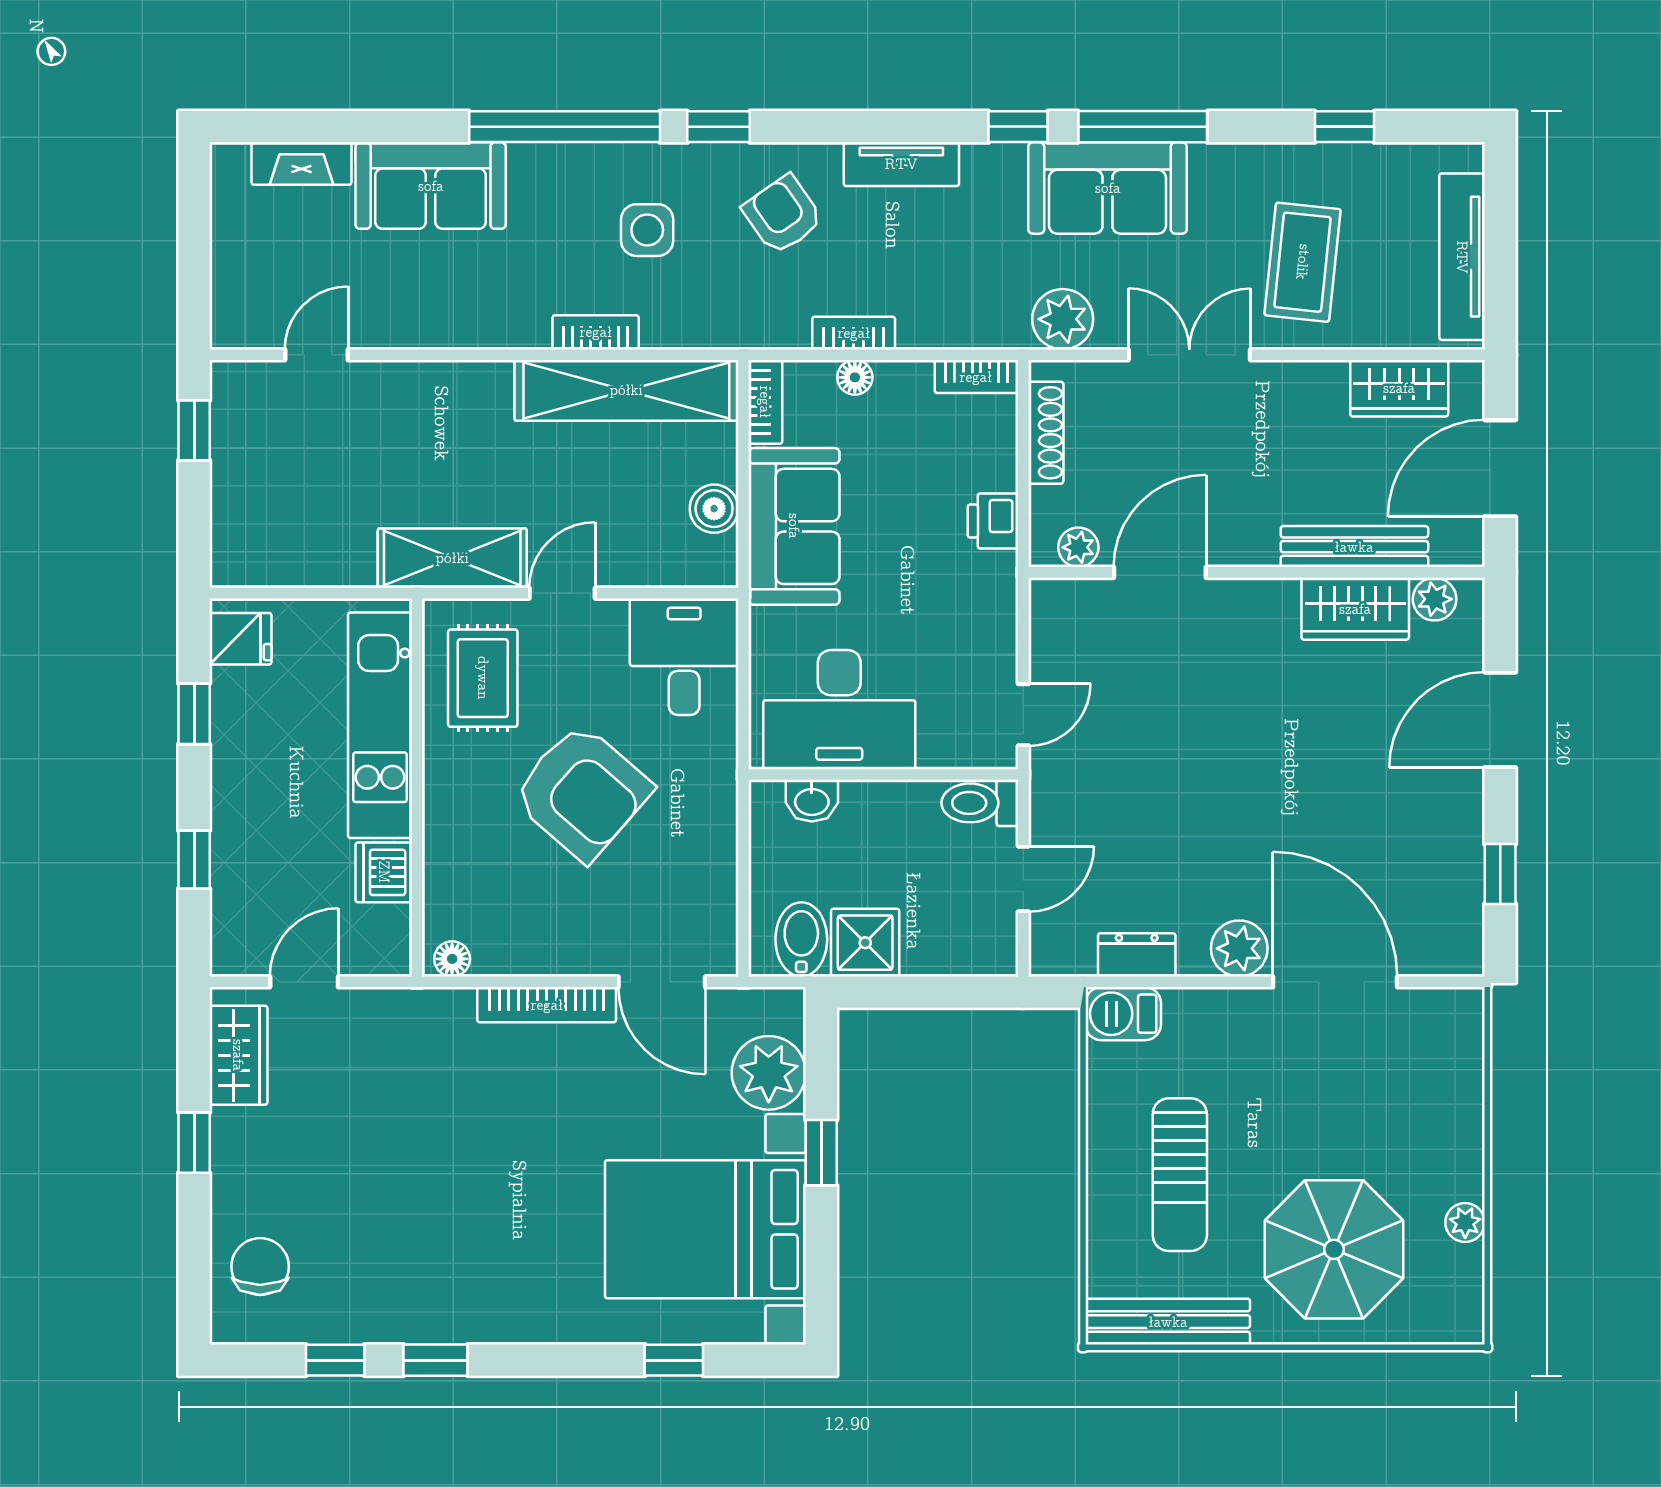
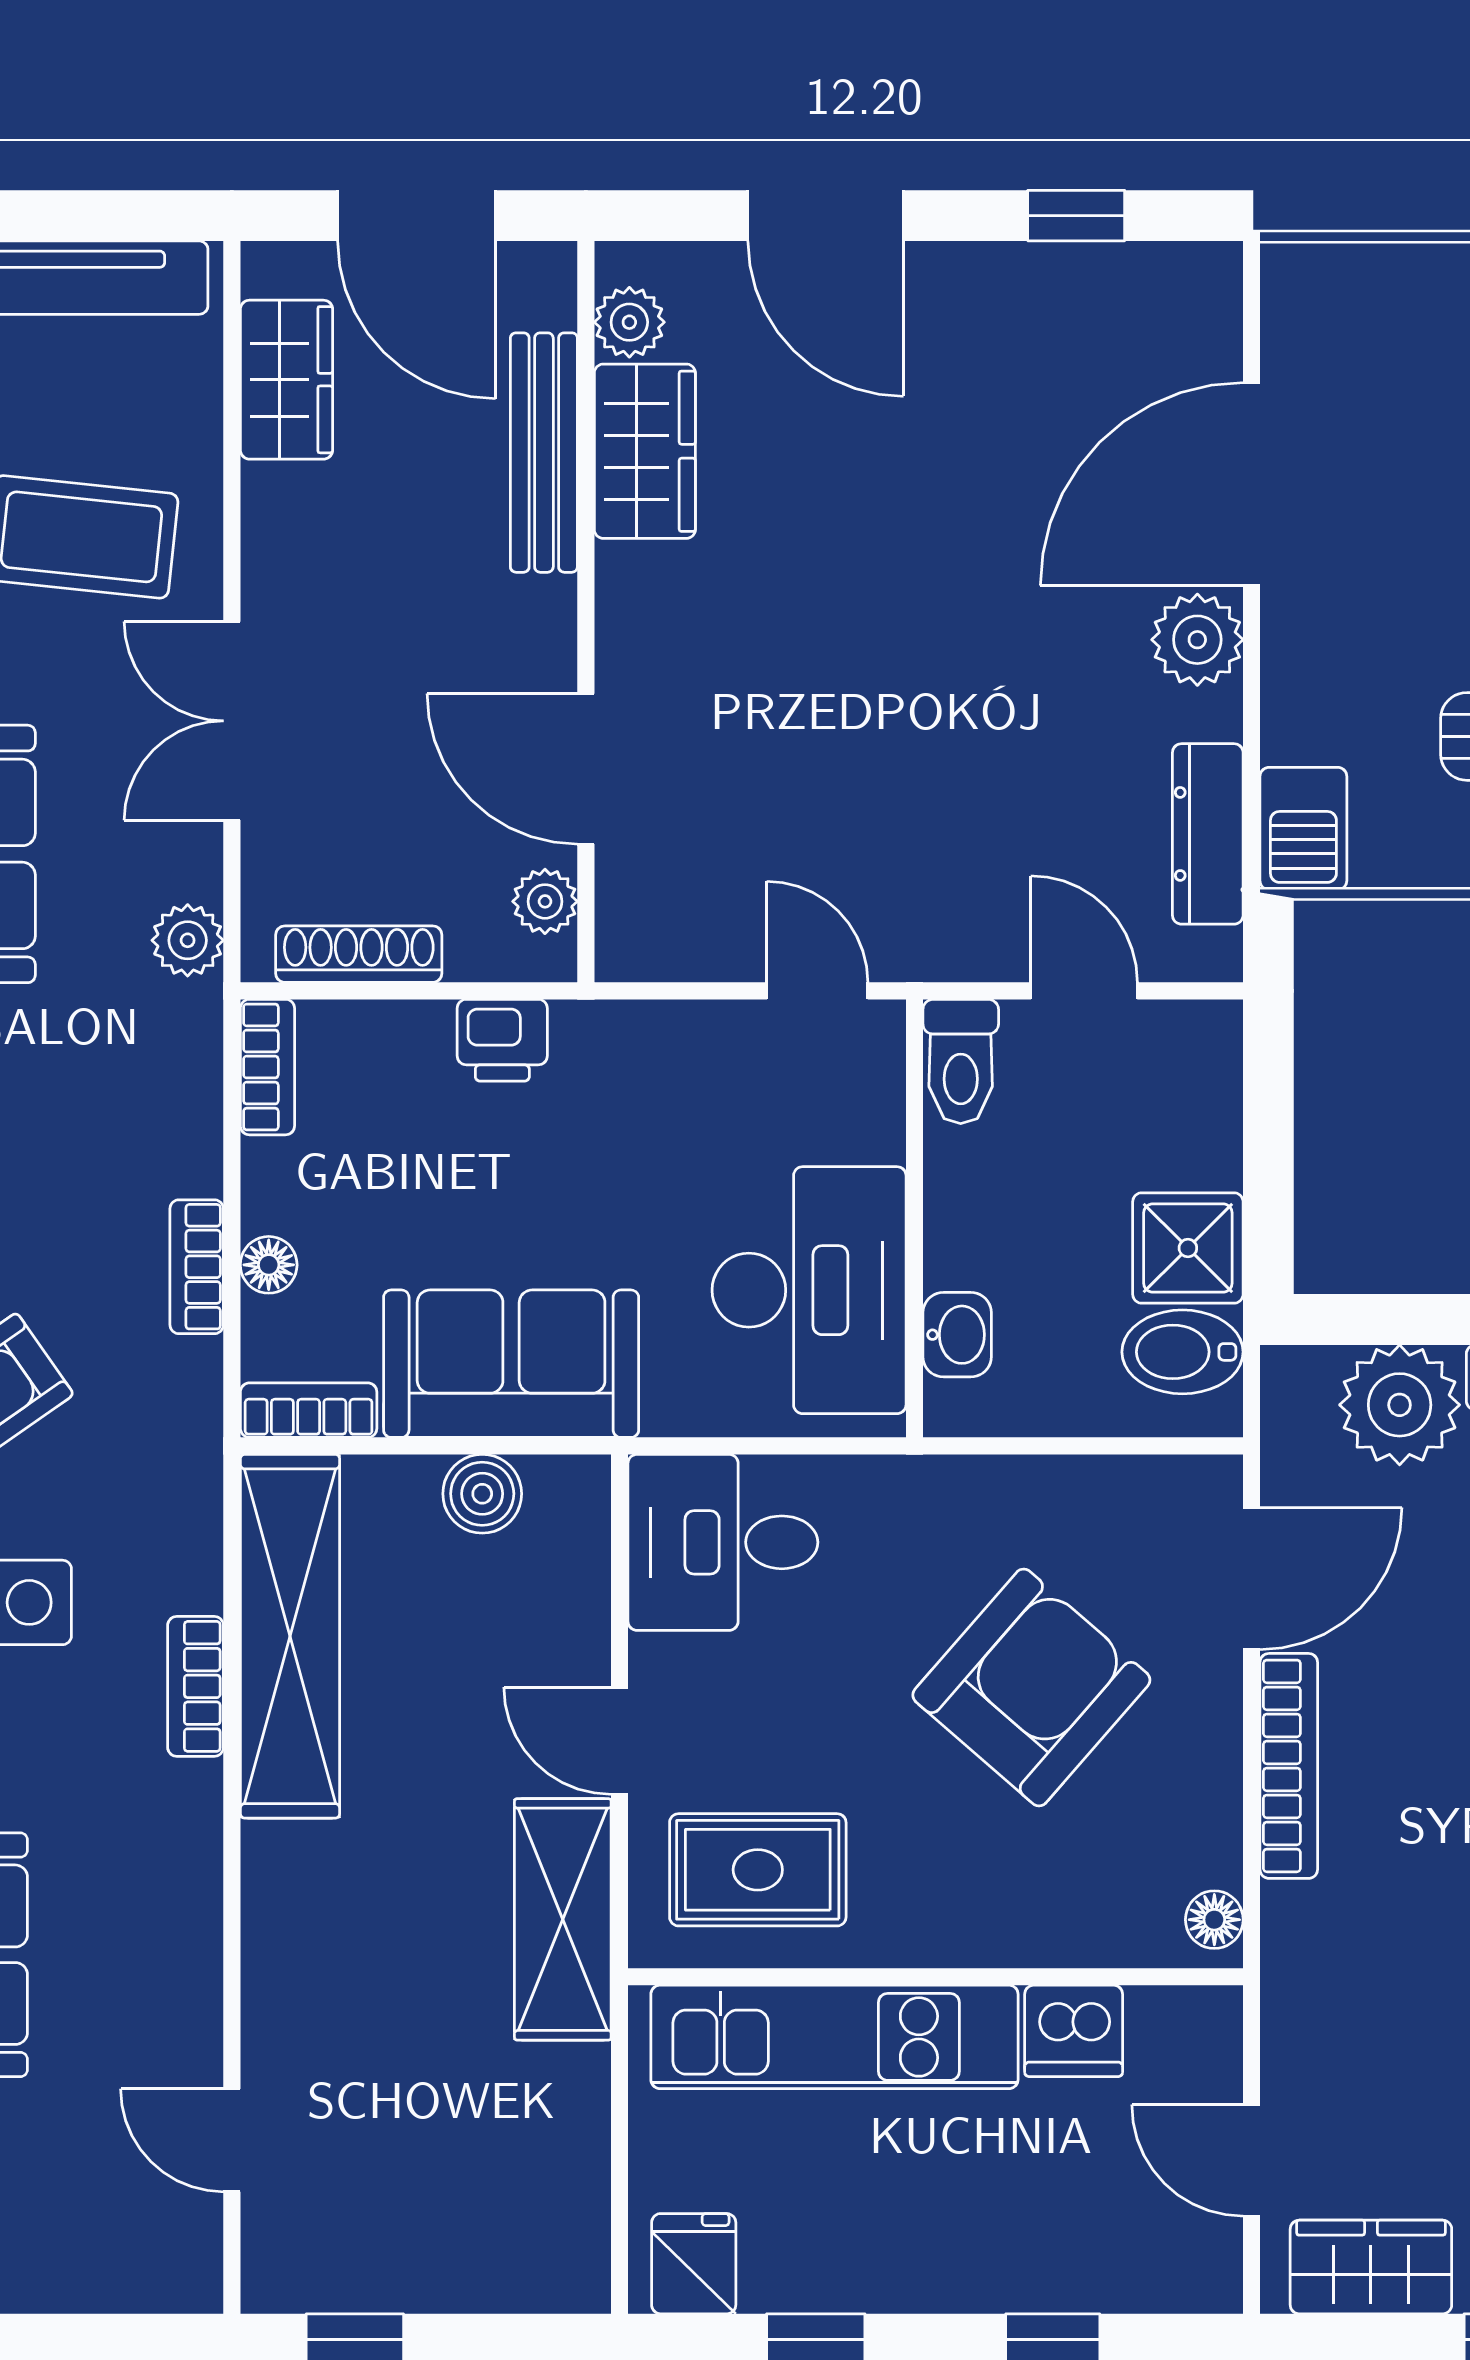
plant: (1063, 319) -> (188, 940), width x0.73, depth x0.73
armchair: (582, 792) -> (1031, 1687), moved
dresser: (1137, 955) -> (1208, 834), width x1.44

